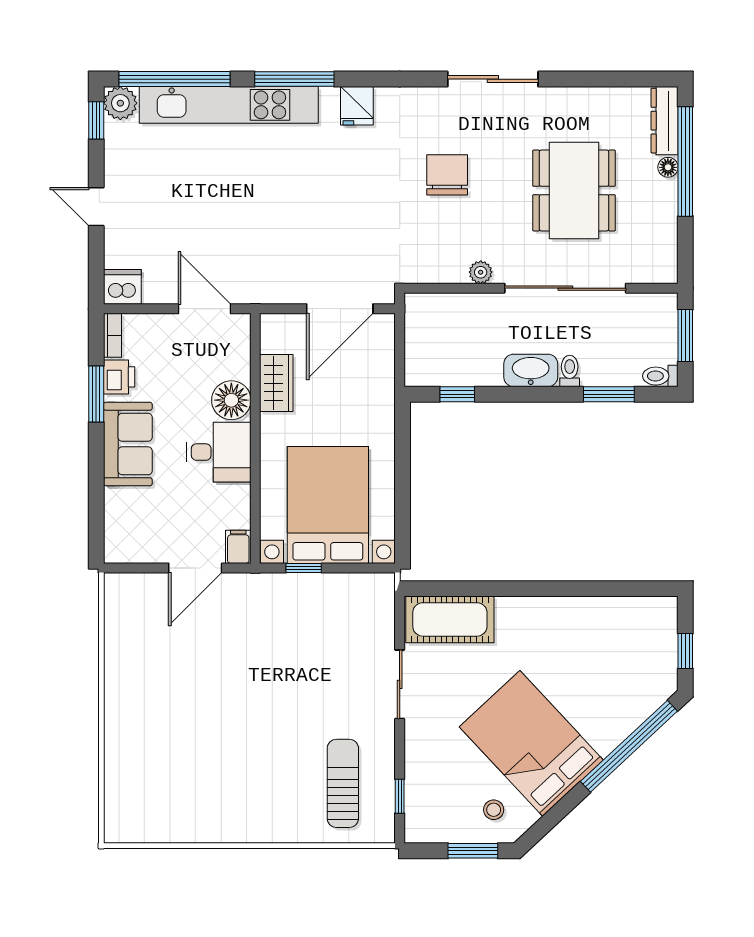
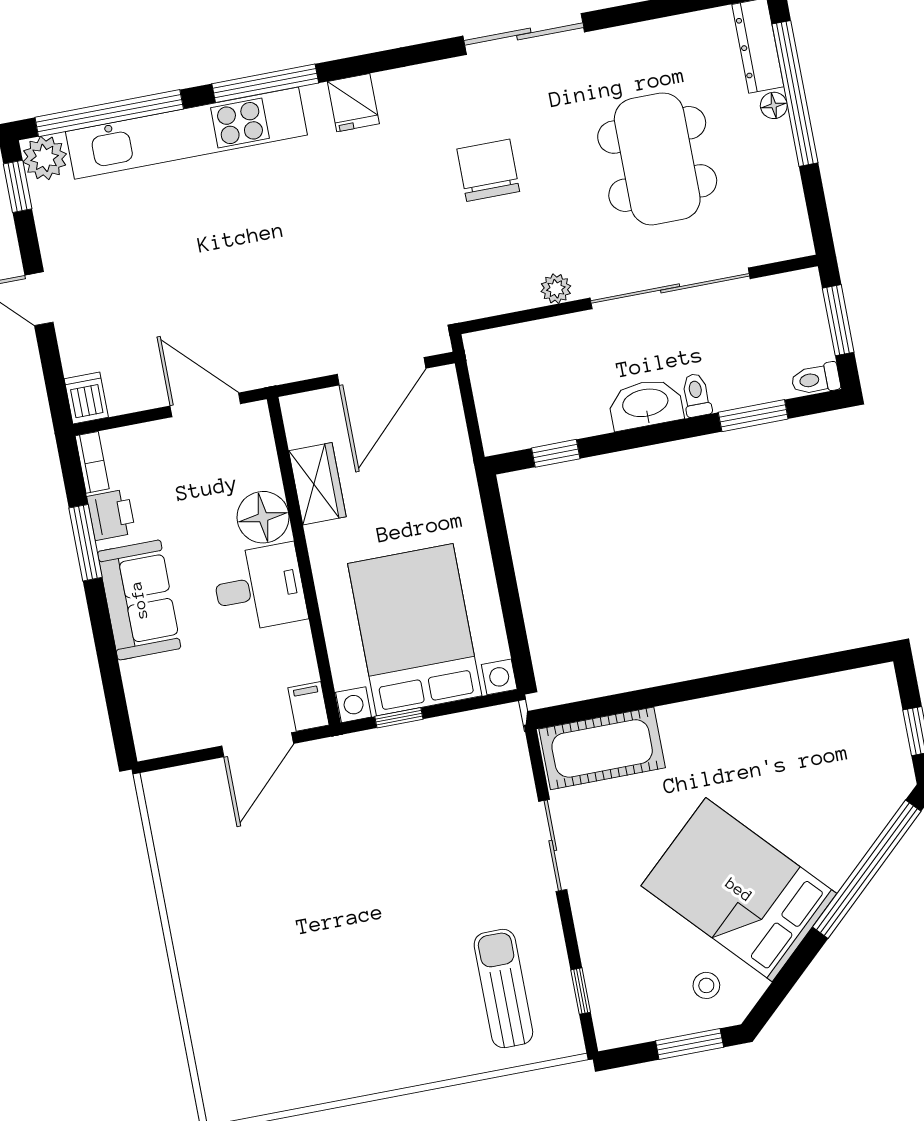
dishwasher: (122, 287) -> (86, 398), width x0.73

